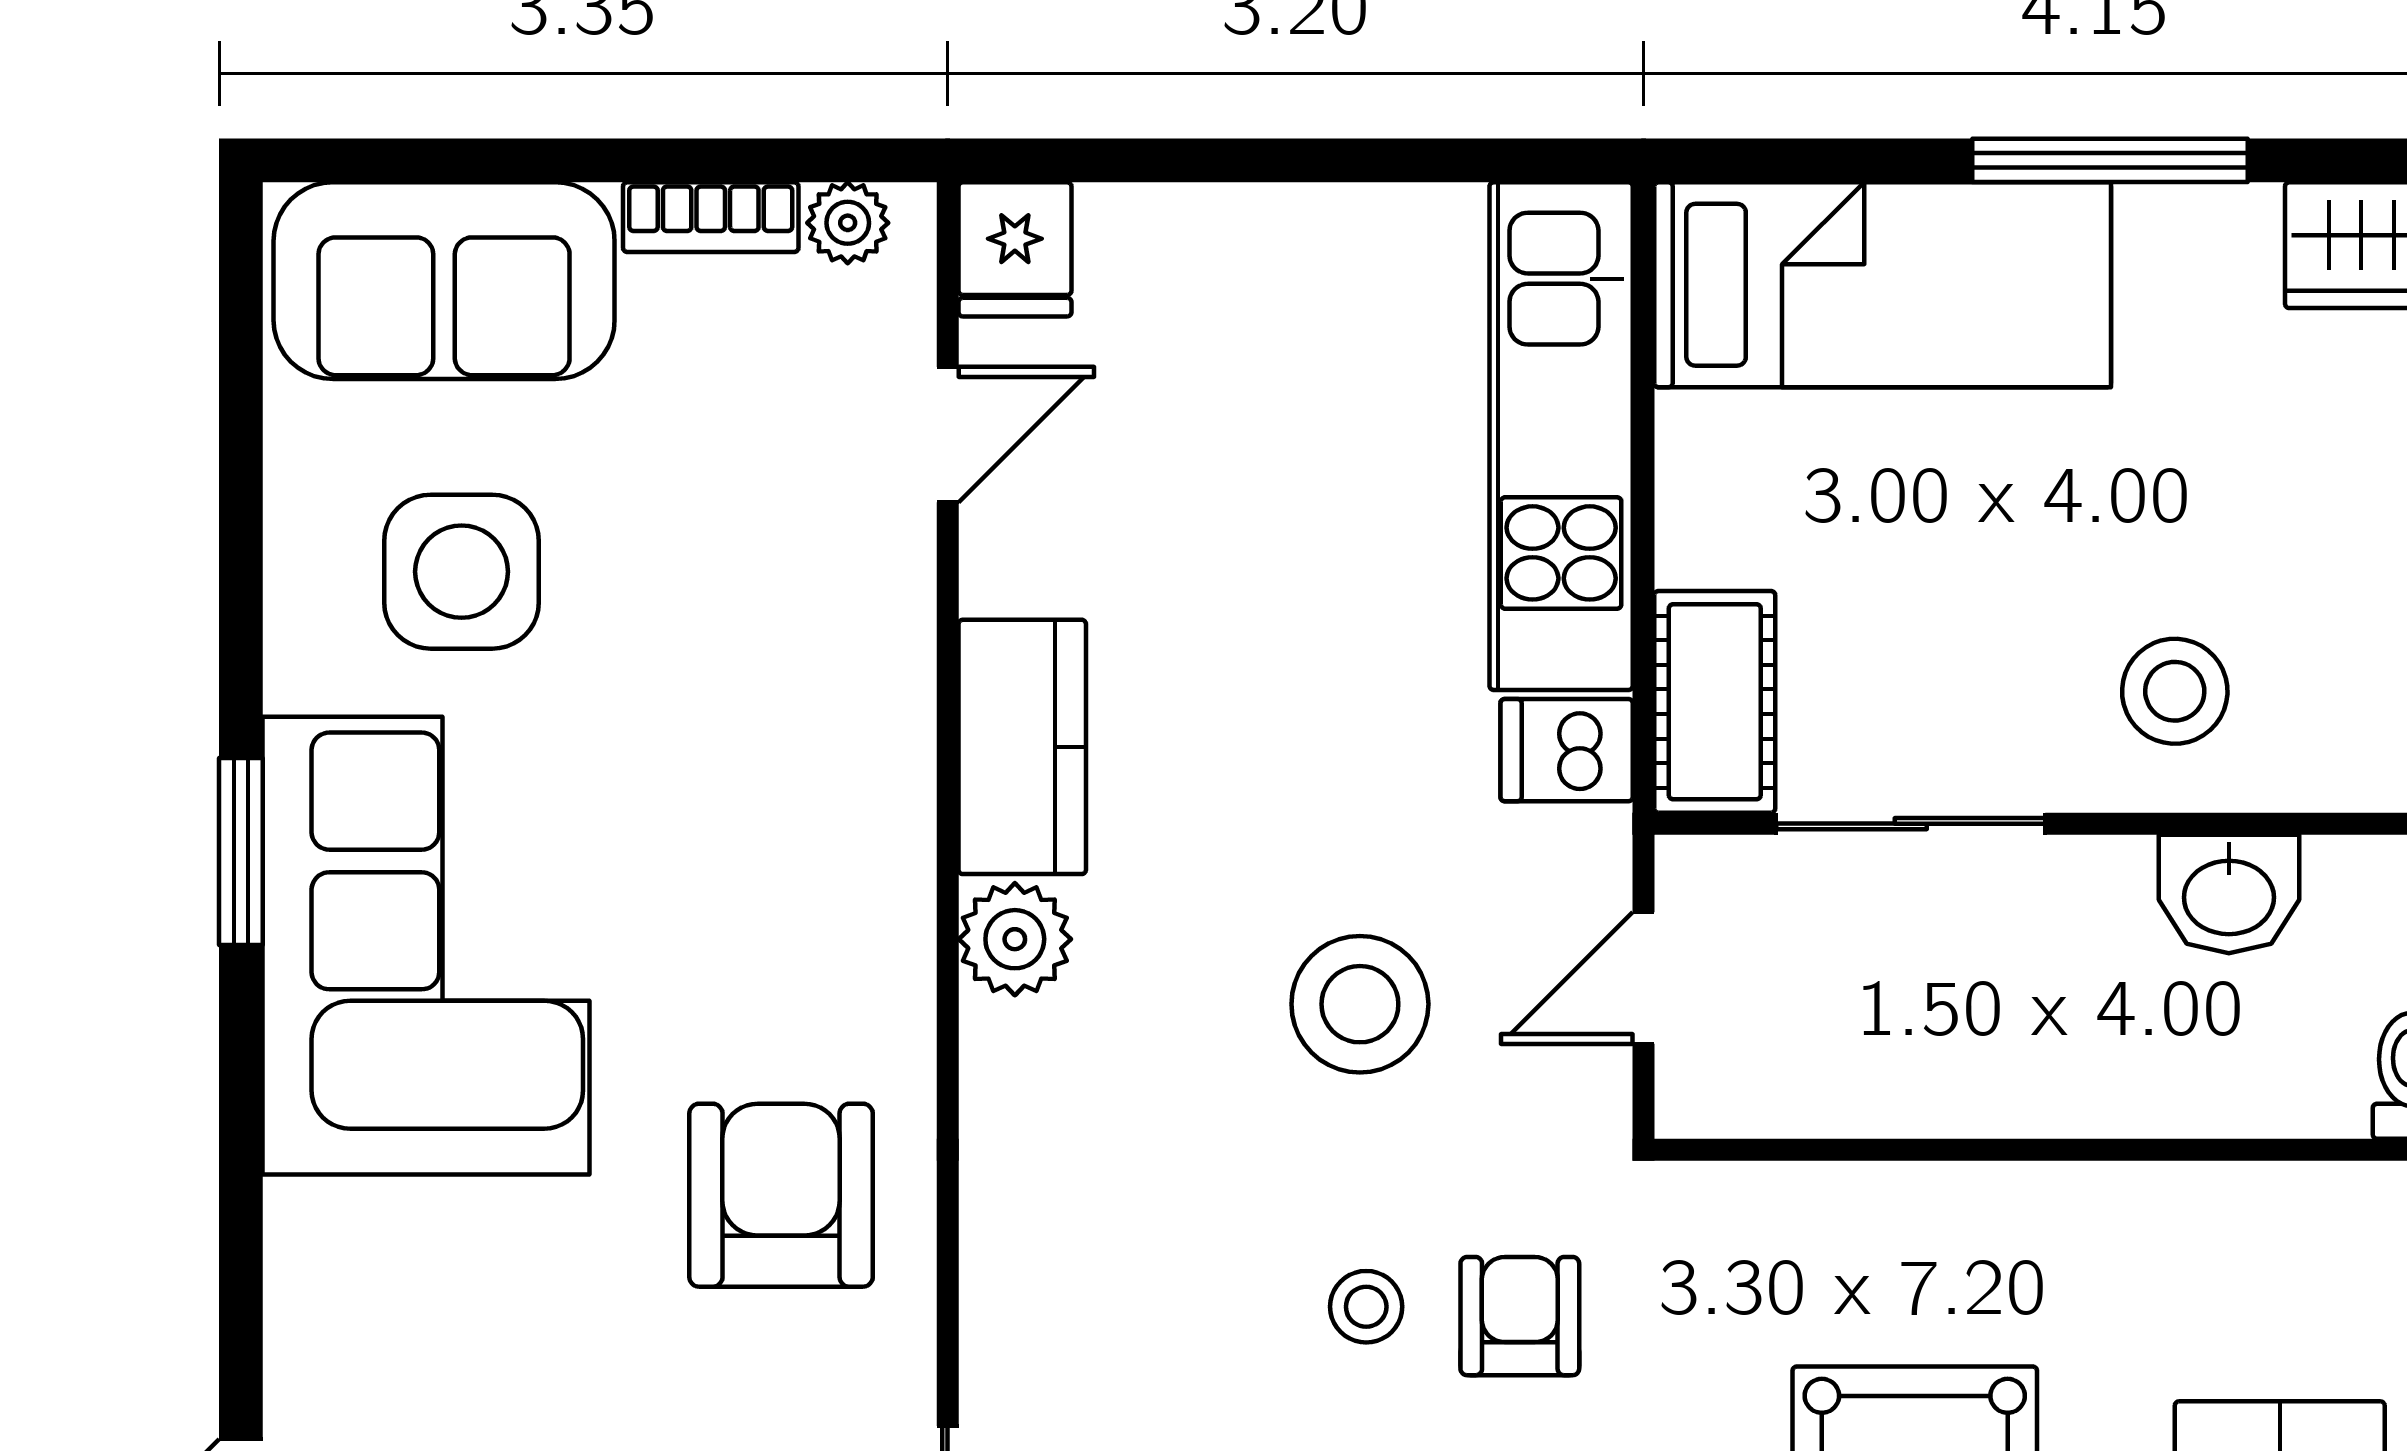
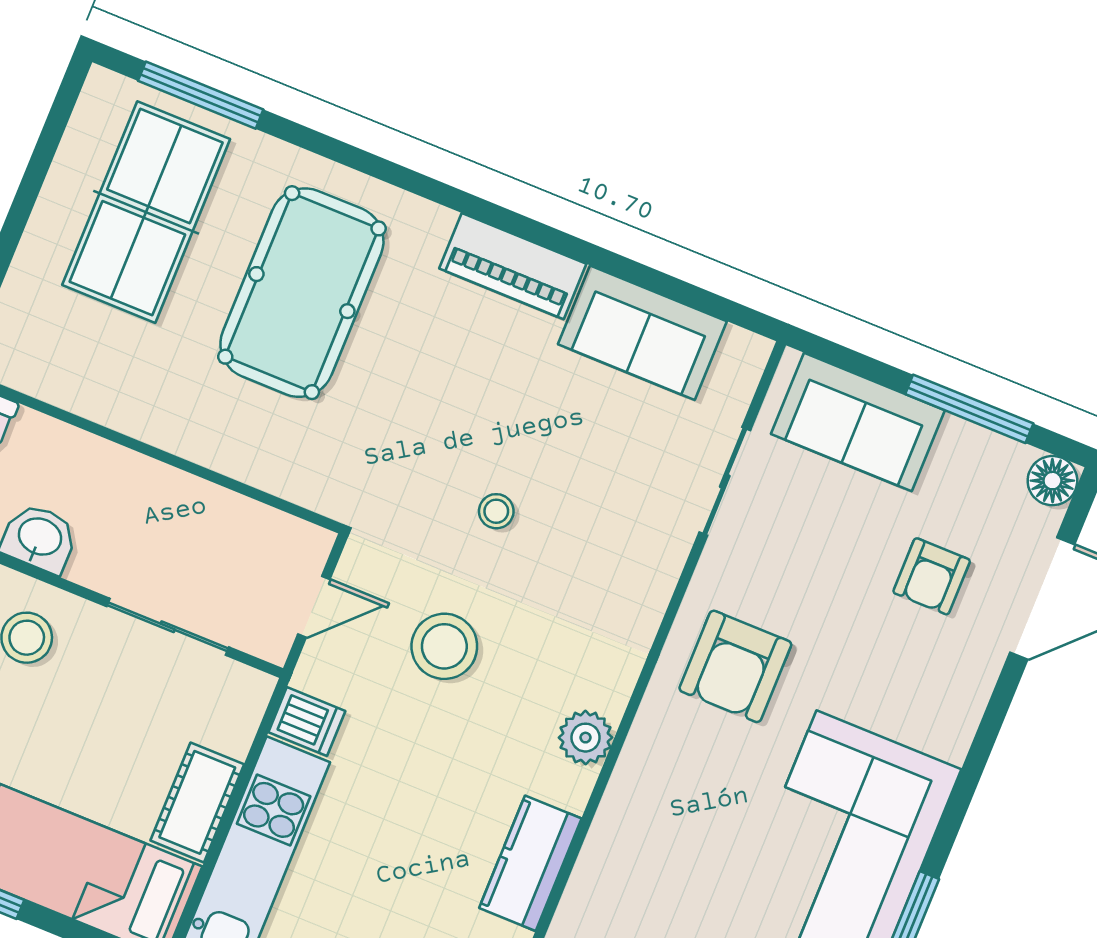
cot: (1715, 702) -> (197, 802), moved
kitchen counter: (1022, 747) -> (530, 863), moved
armchair: (1520, 1316) -> (430, 479), removed

